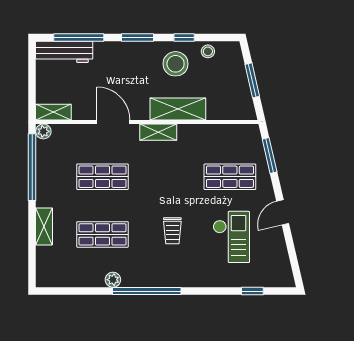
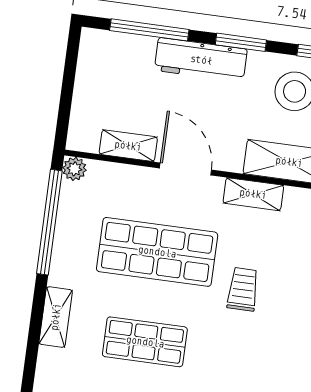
workbench: (64, 52) -> (201, 60), moved
shelving: (53, 112) -> (128, 146), moved
shop shelf: (103, 177) -> (157, 252), width x1.43, depth x1.36
trolley: (172, 231) -> (243, 289), moved, turned 180

